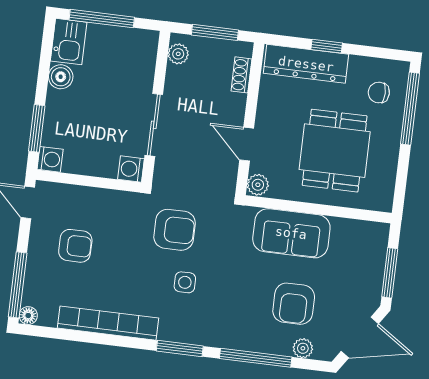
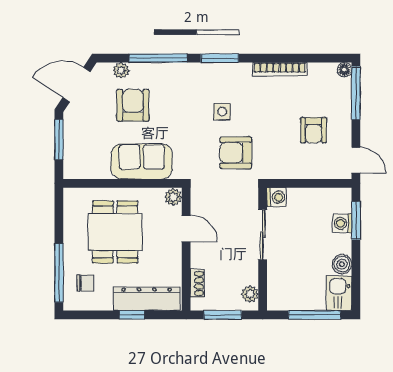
washing machine: (50, 159) -> (342, 223), moved
armchair: (75, 246) -> (314, 130), turned -90
bookcase: (108, 323) -> (280, 69), width x0.68, depth x0.76

